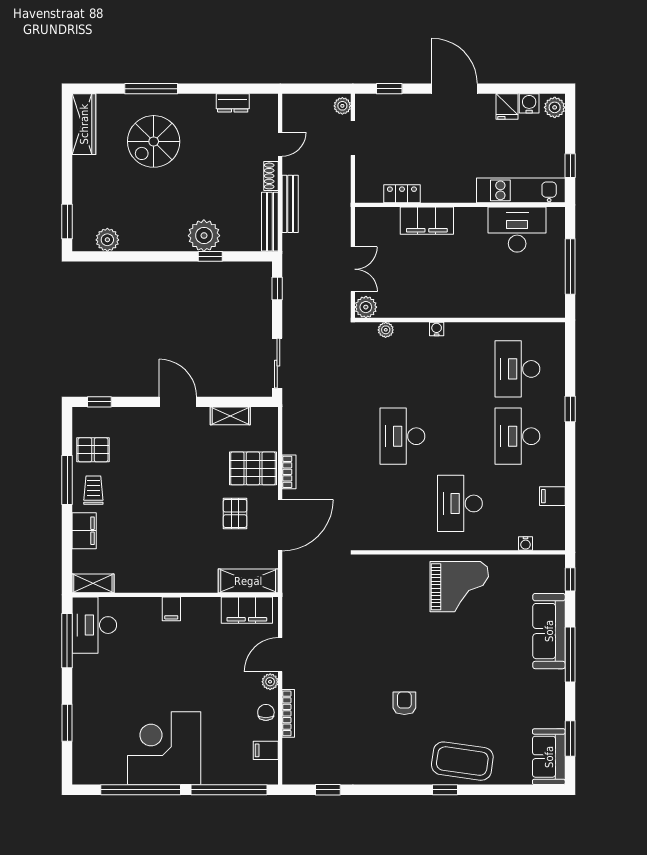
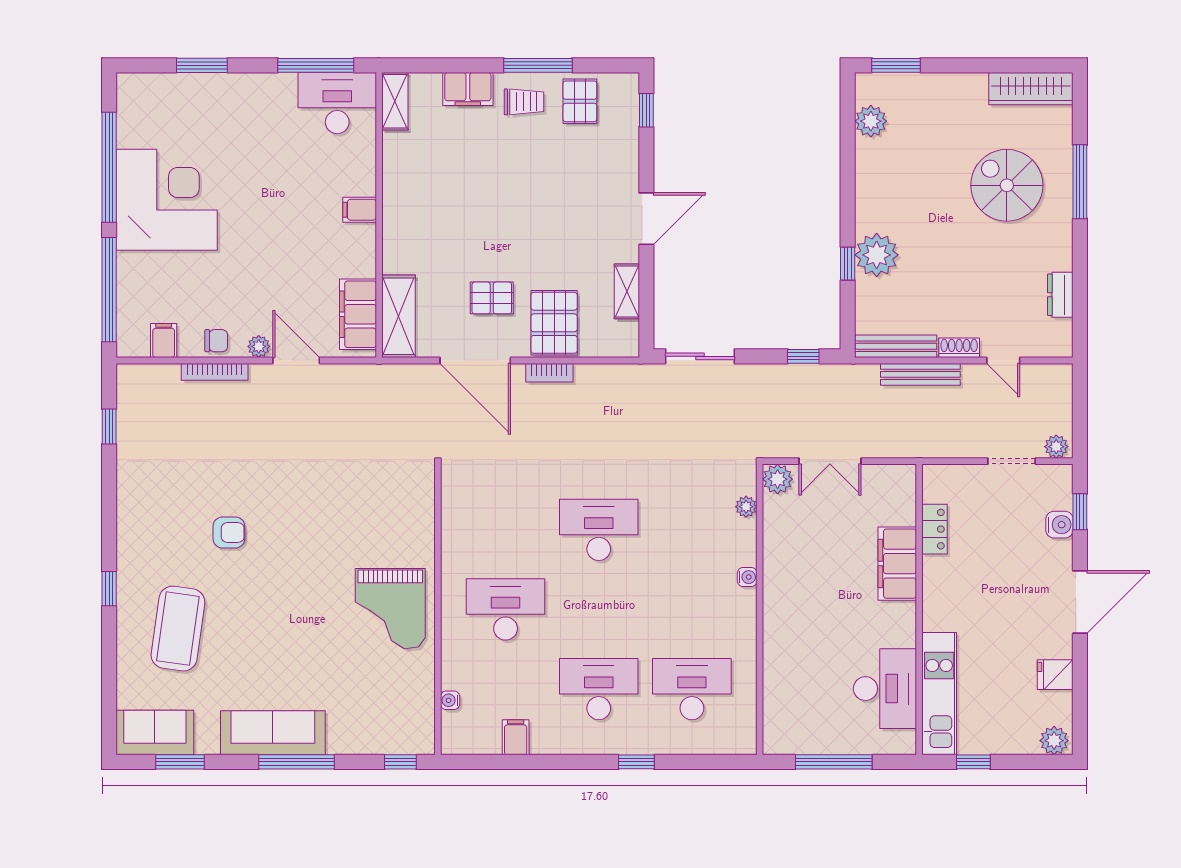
water cooler: (529, 103) -> (1059, 525), moved
sofa: (549, 631) -> (273, 733), moved
coffee table: (462, 761) -> (178, 629), moved

